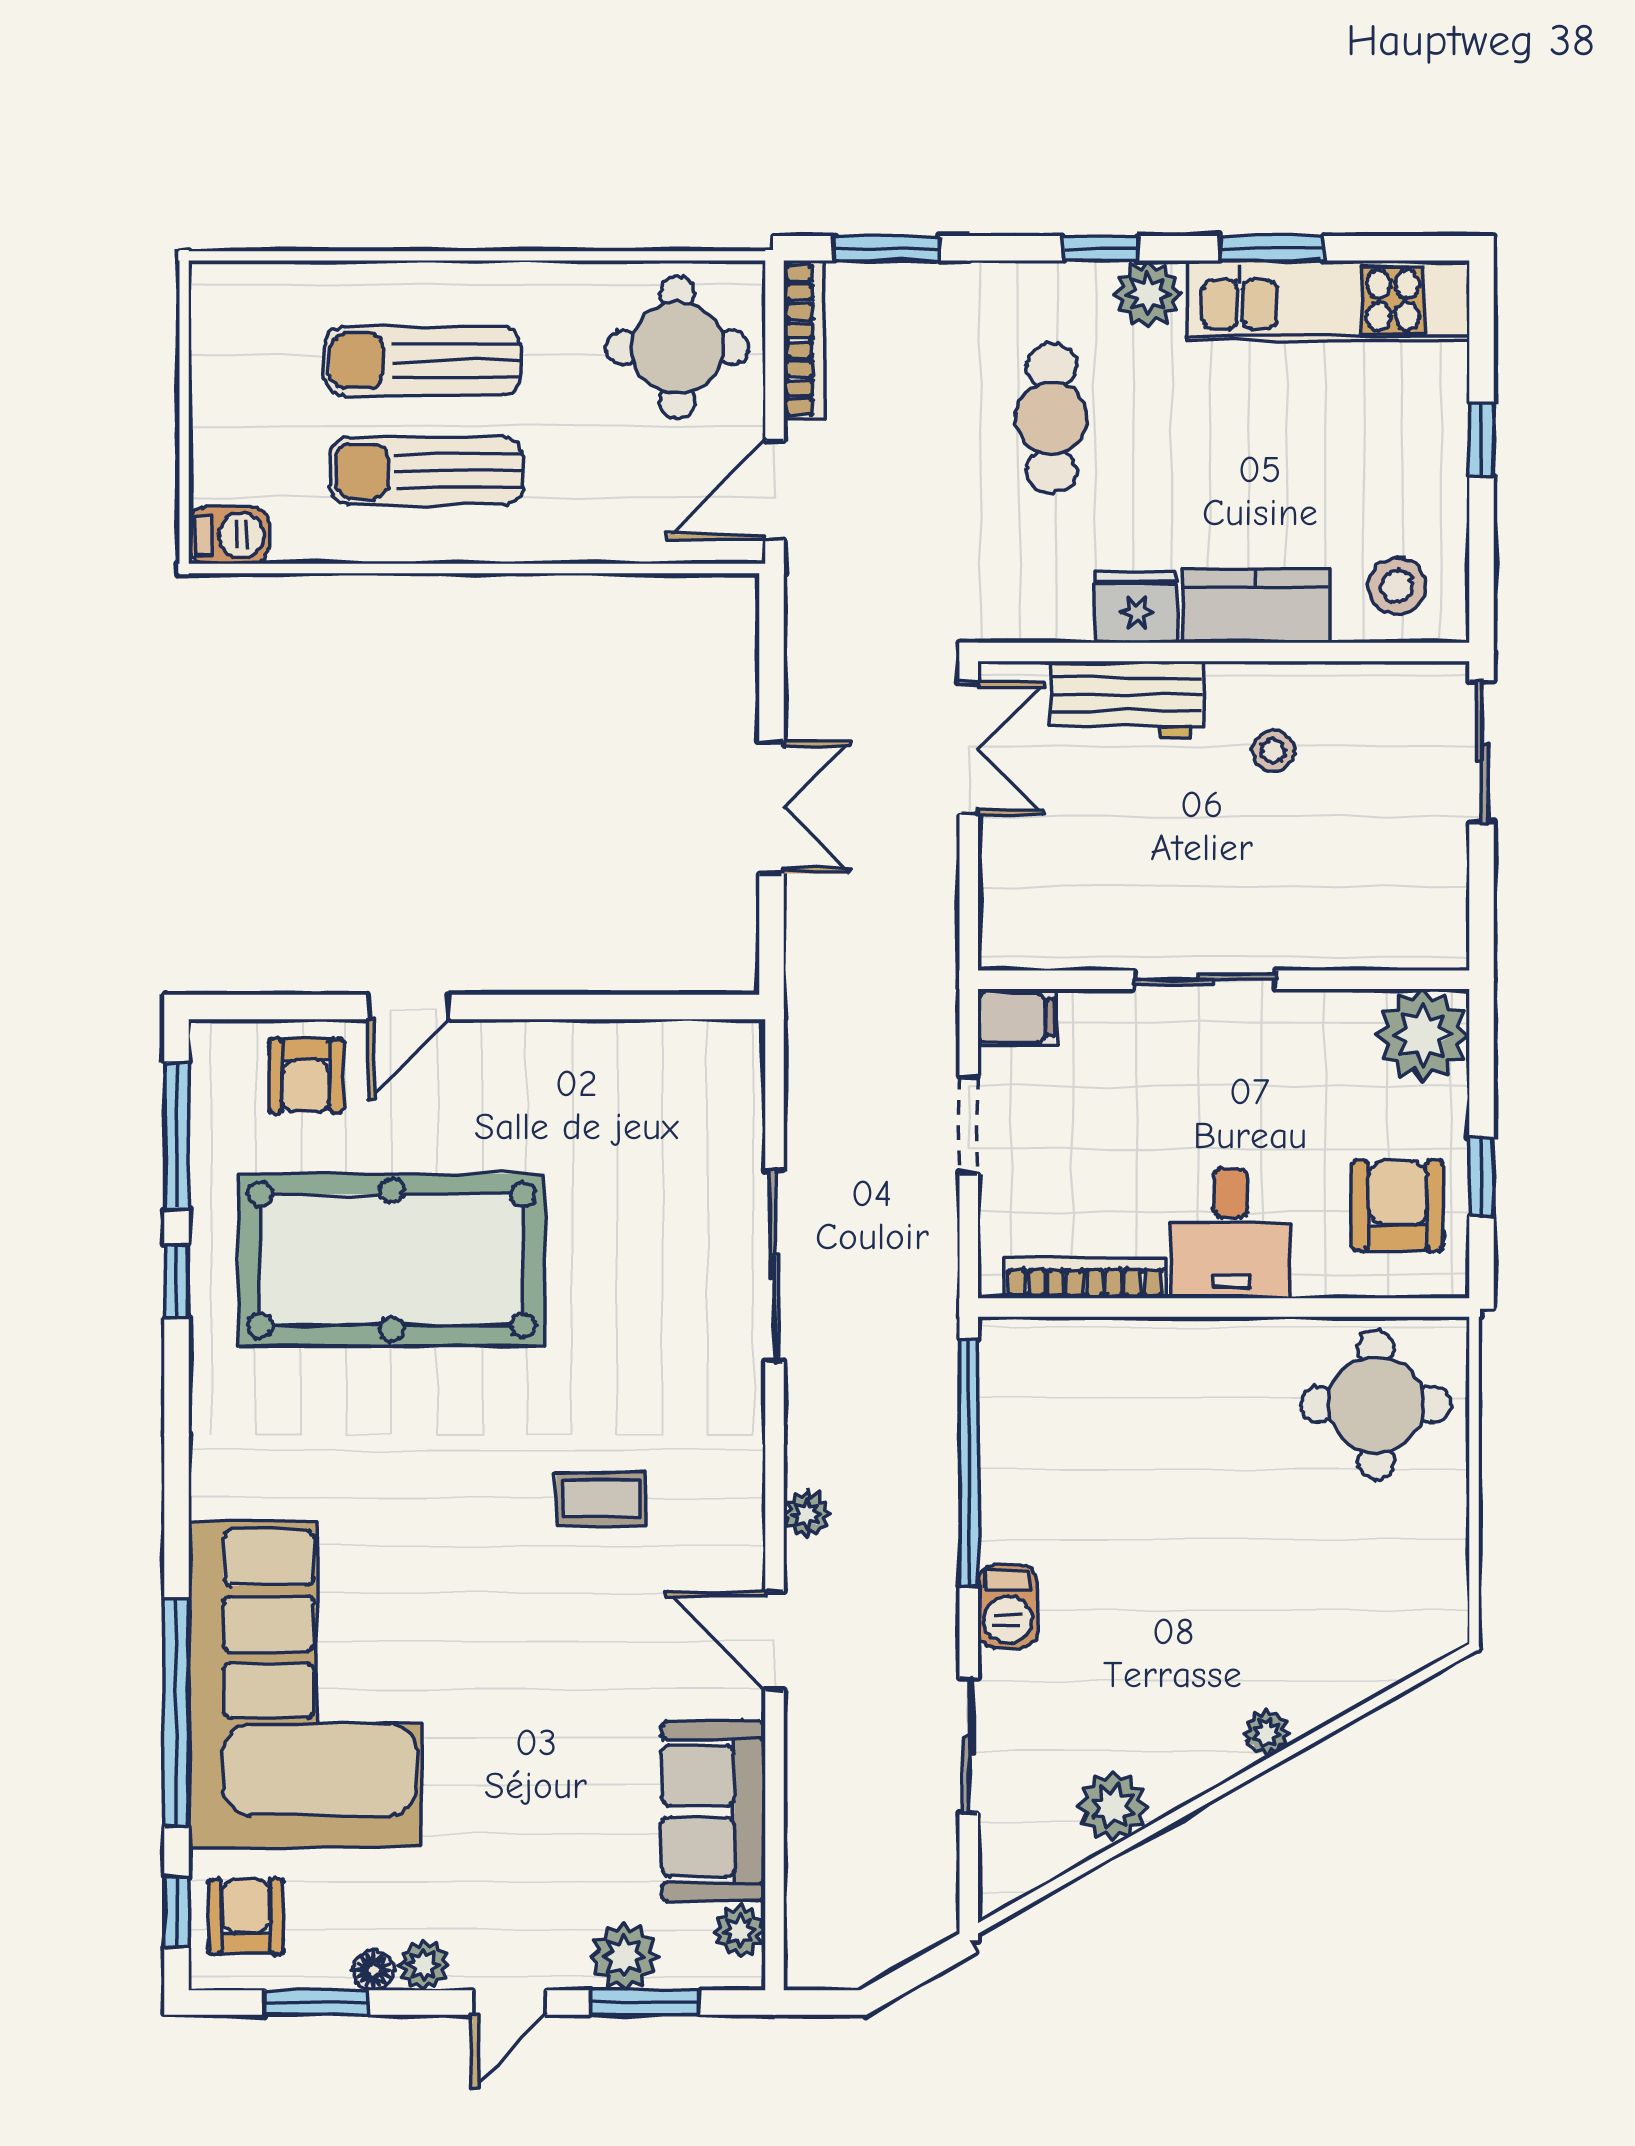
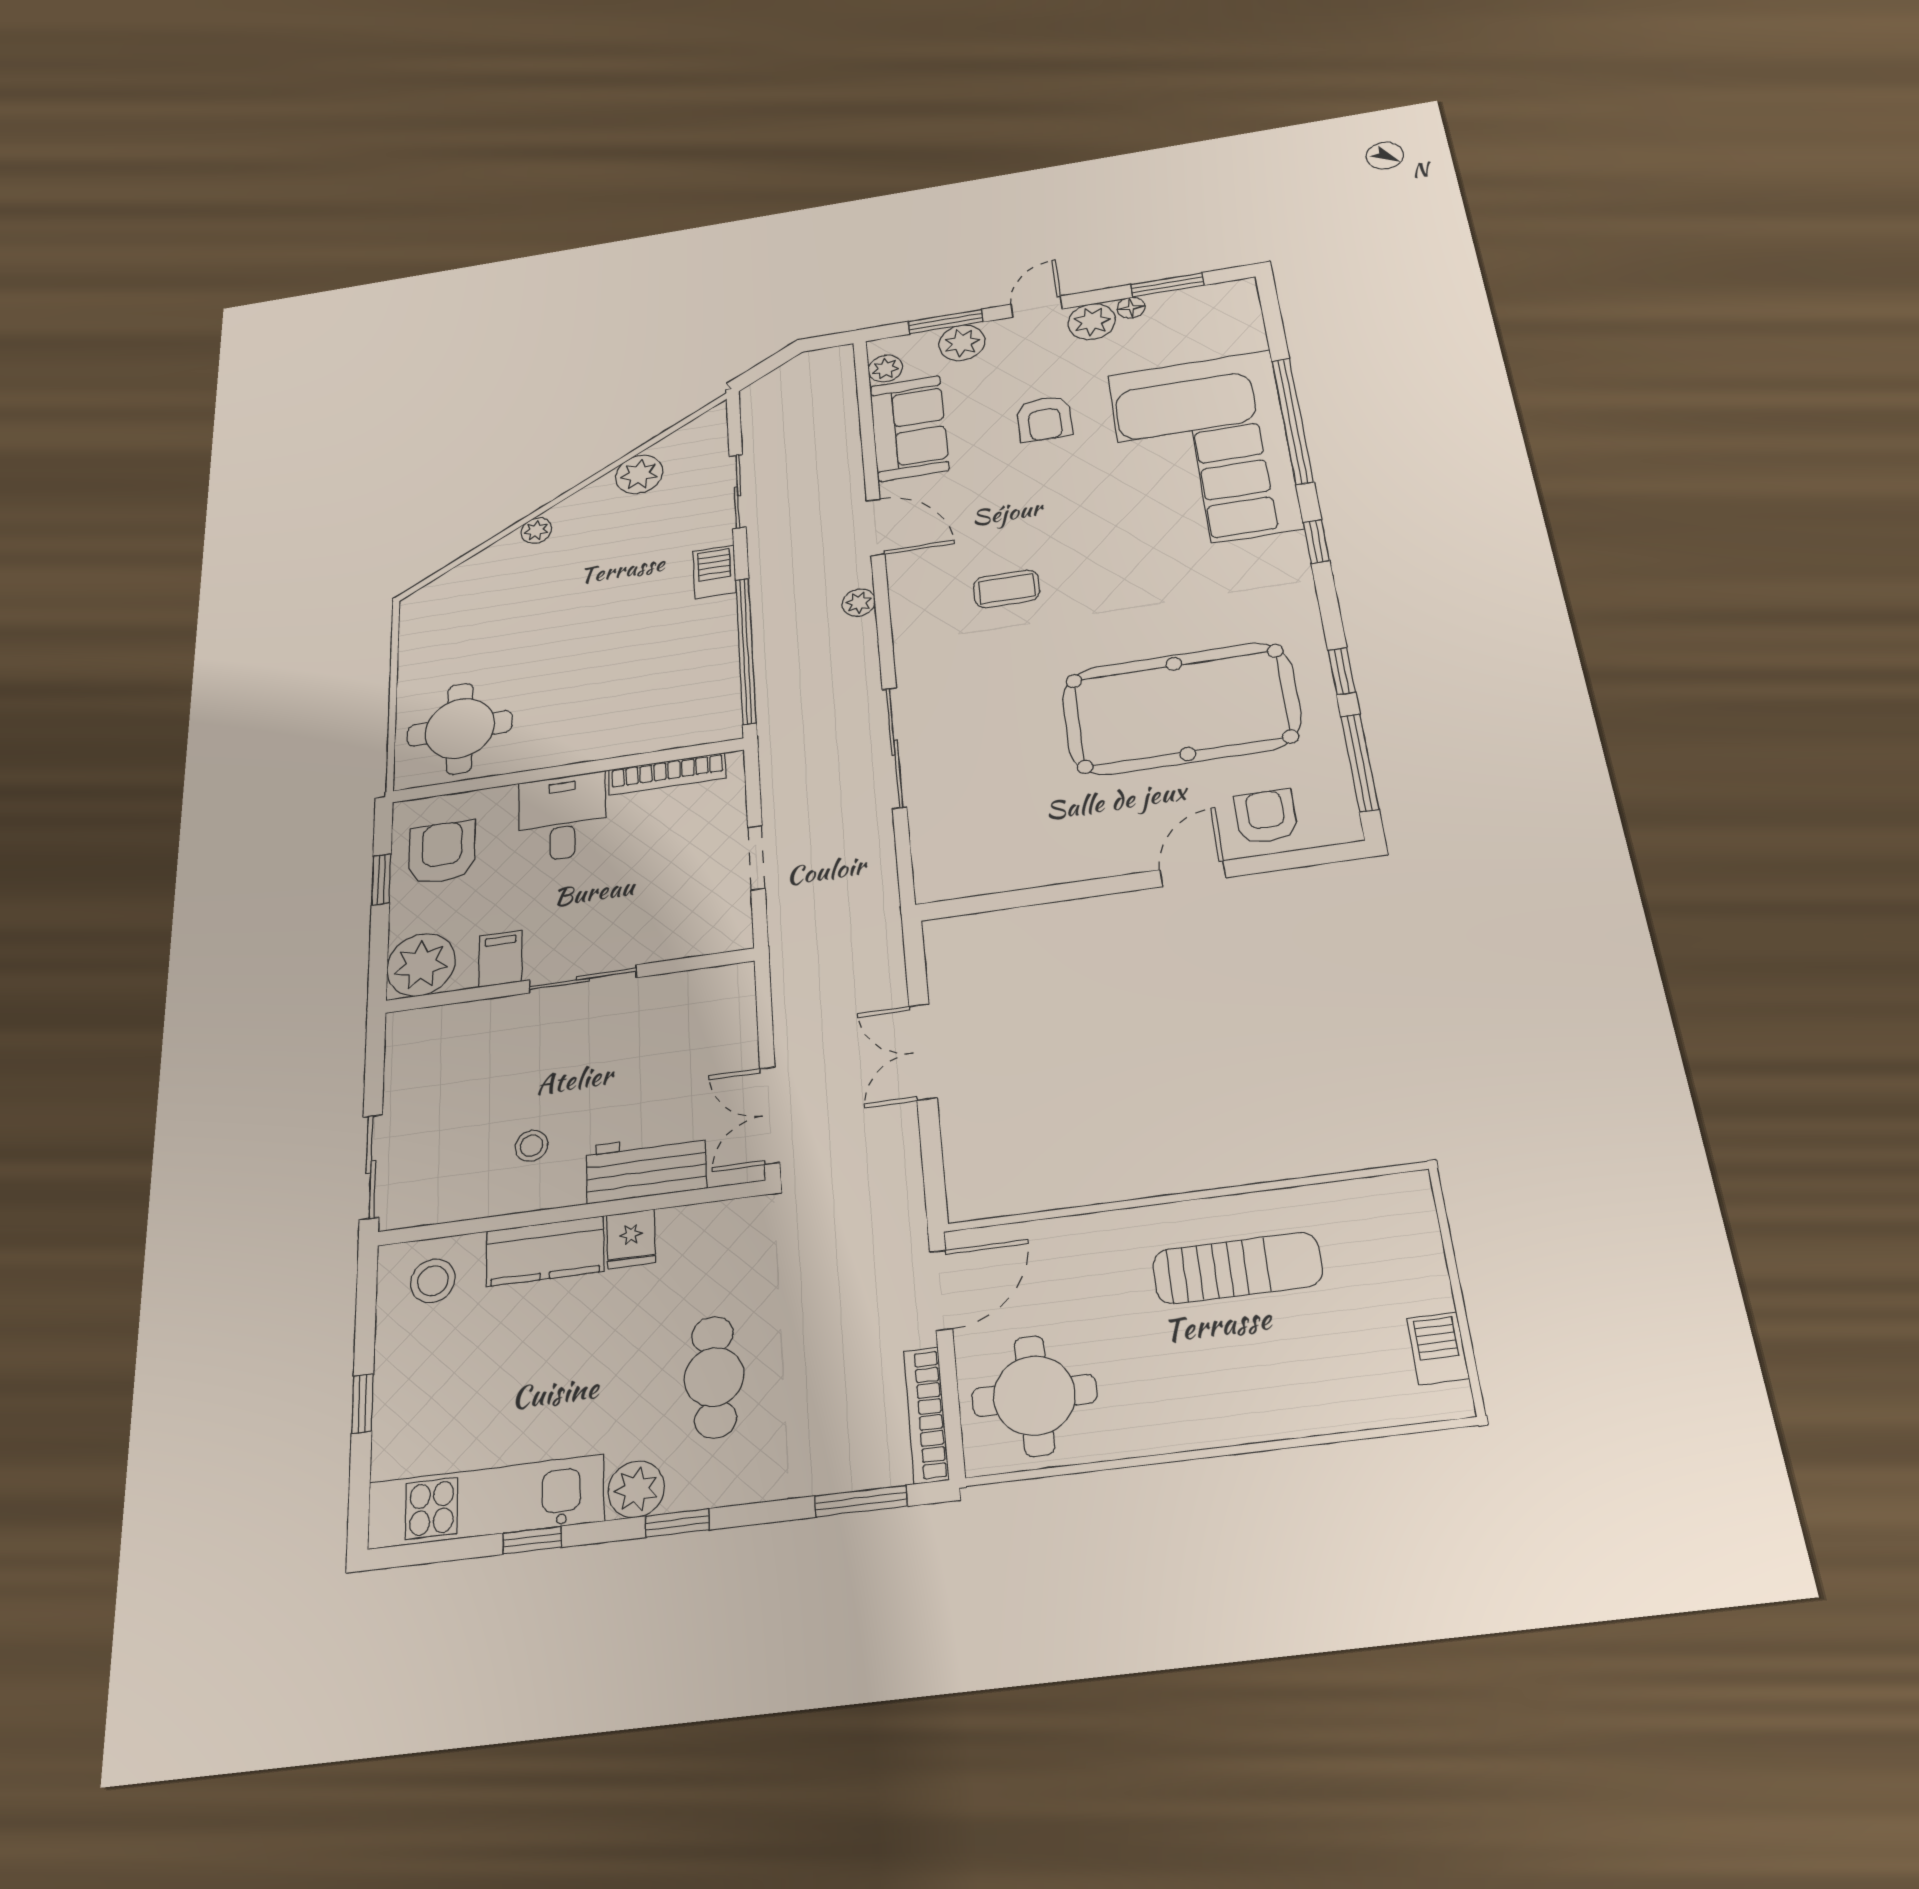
window: (1272, 248) -> (532, 1540), width x0.67
sun lounger: (423, 361) -> (1254, 1357), removed
barbecue: (229, 536) -> (1438, 1348), moved, turned 90
fridge: (1136, 607) -> (631, 1239), width x0.72
filing cabinet: (1017, 1018) -> (501, 959), moved, turned 90
armchair: (1398, 1205) -> (442, 852), turned 180
window: (177, 1912) -> (1316, 542), moved
armchair: (246, 1917) -> (1044, 419), moved
plant: (423, 1965) -> (1092, 322), width x1.38, depth x1.38

